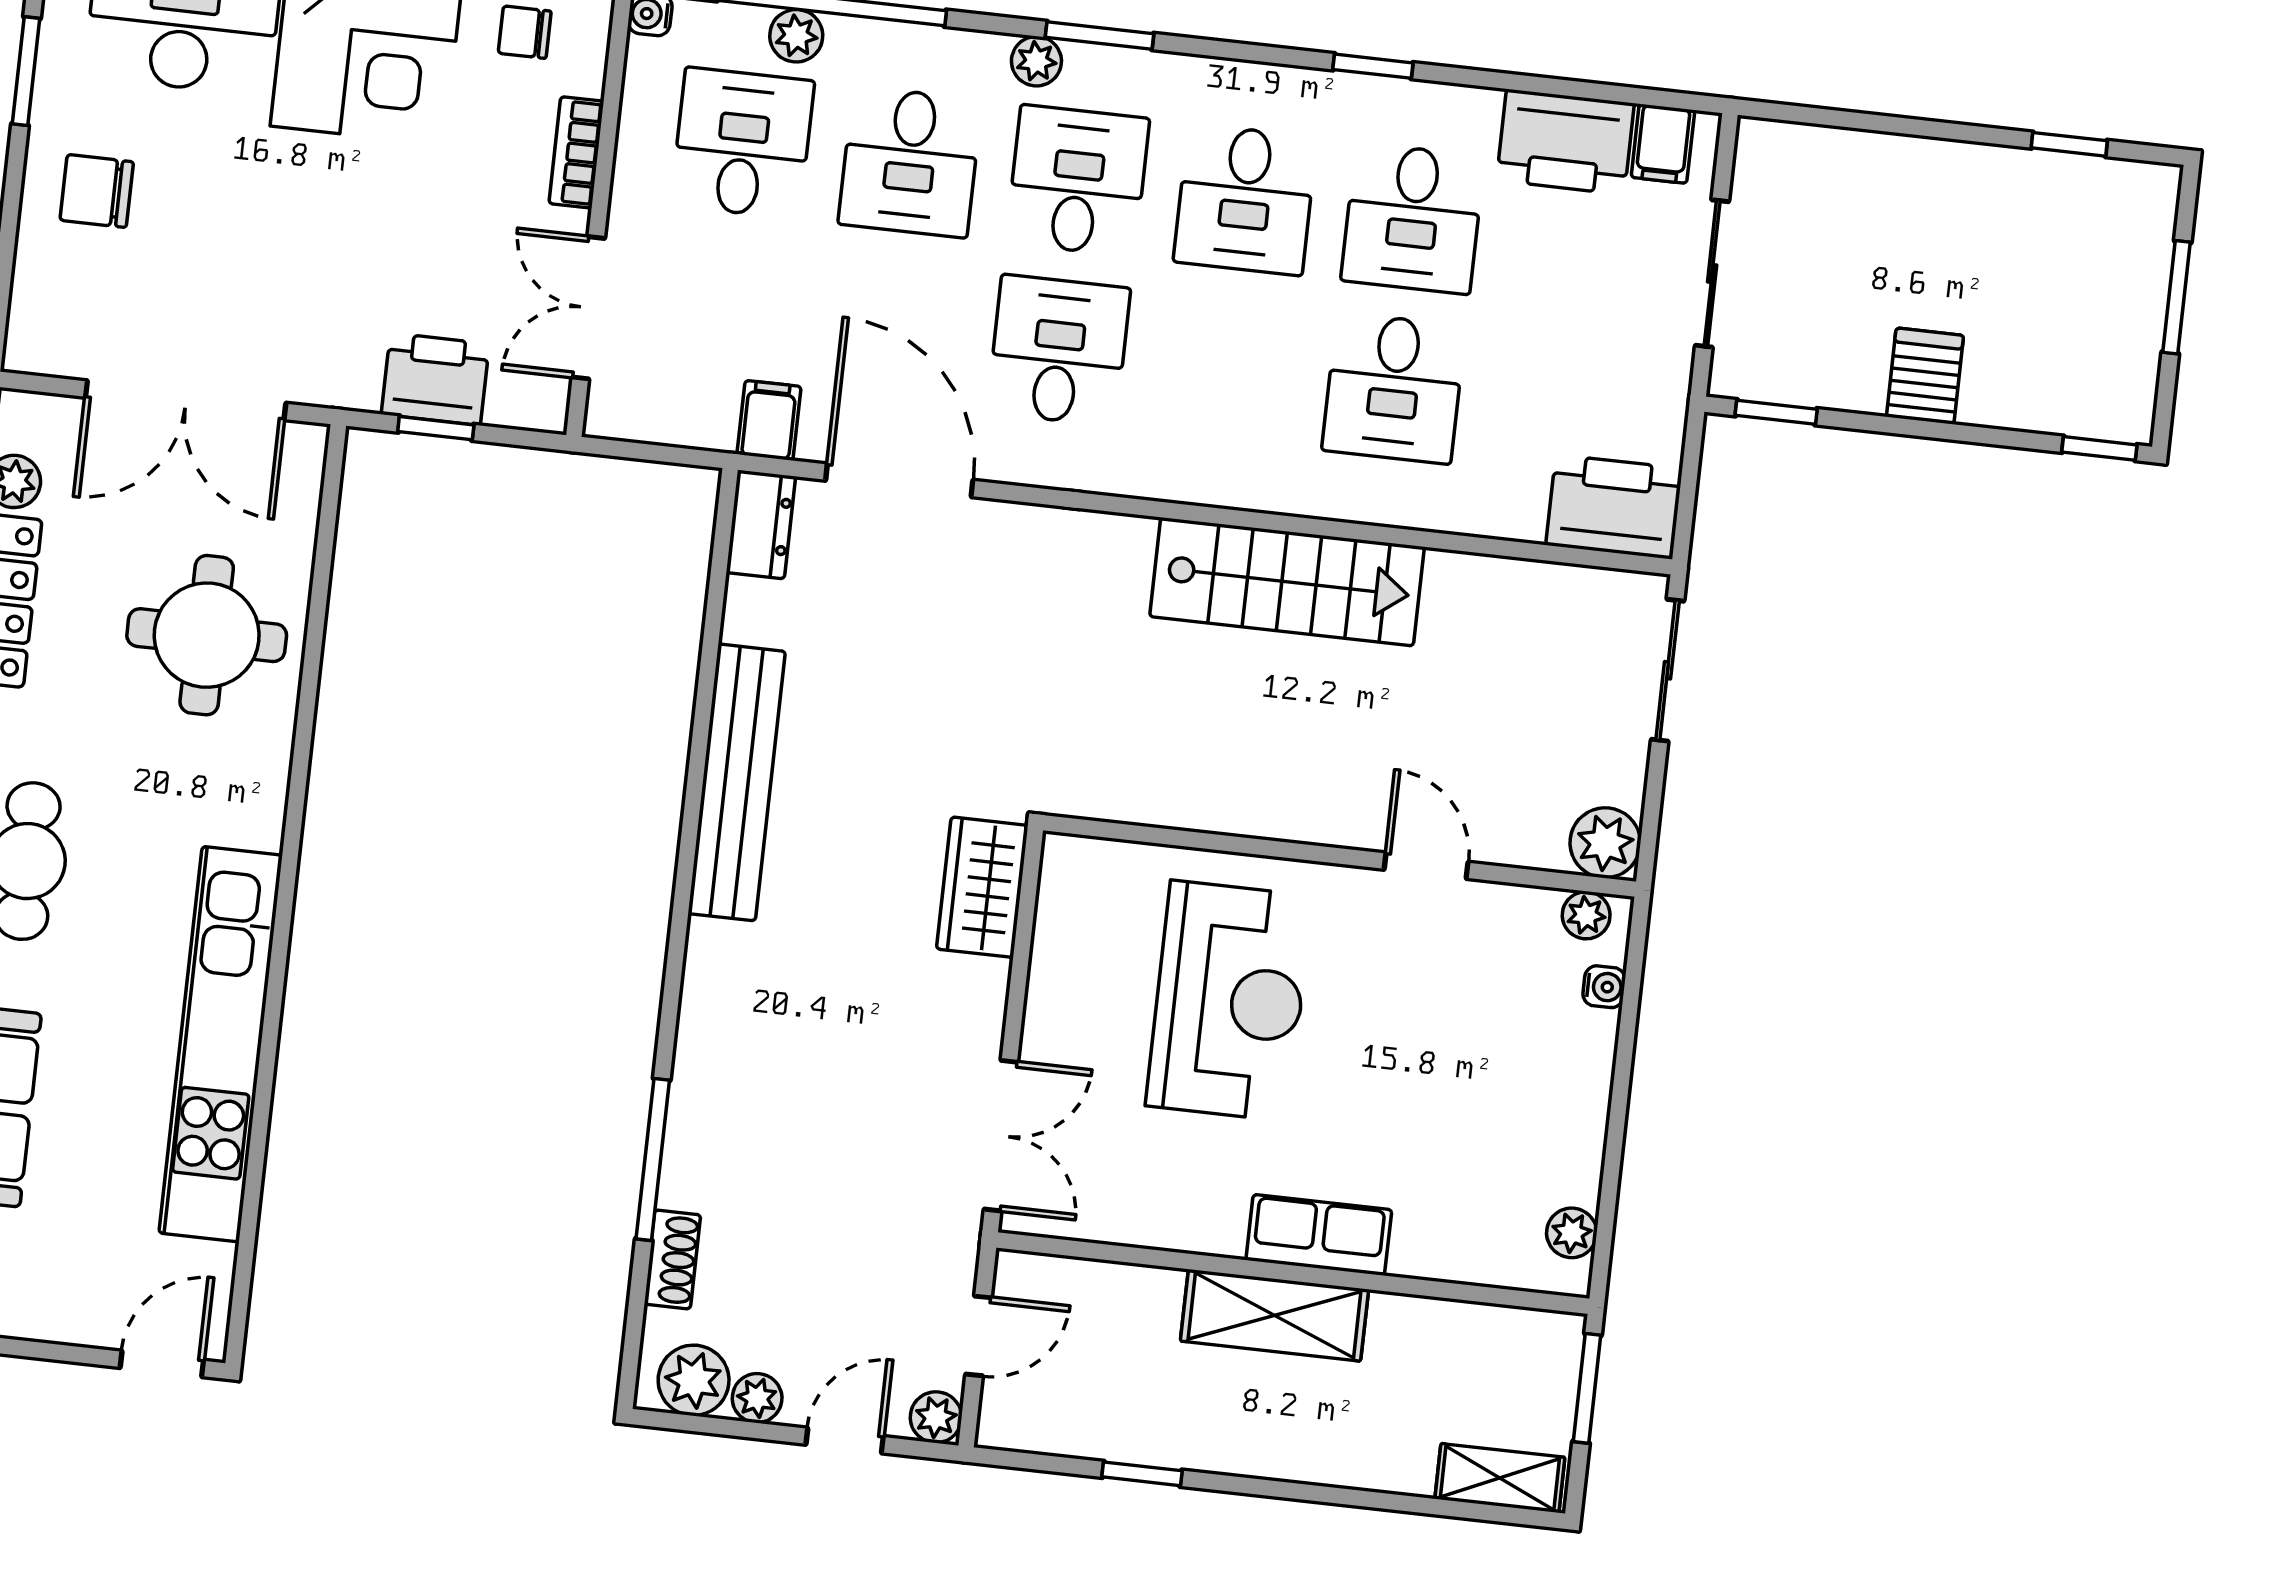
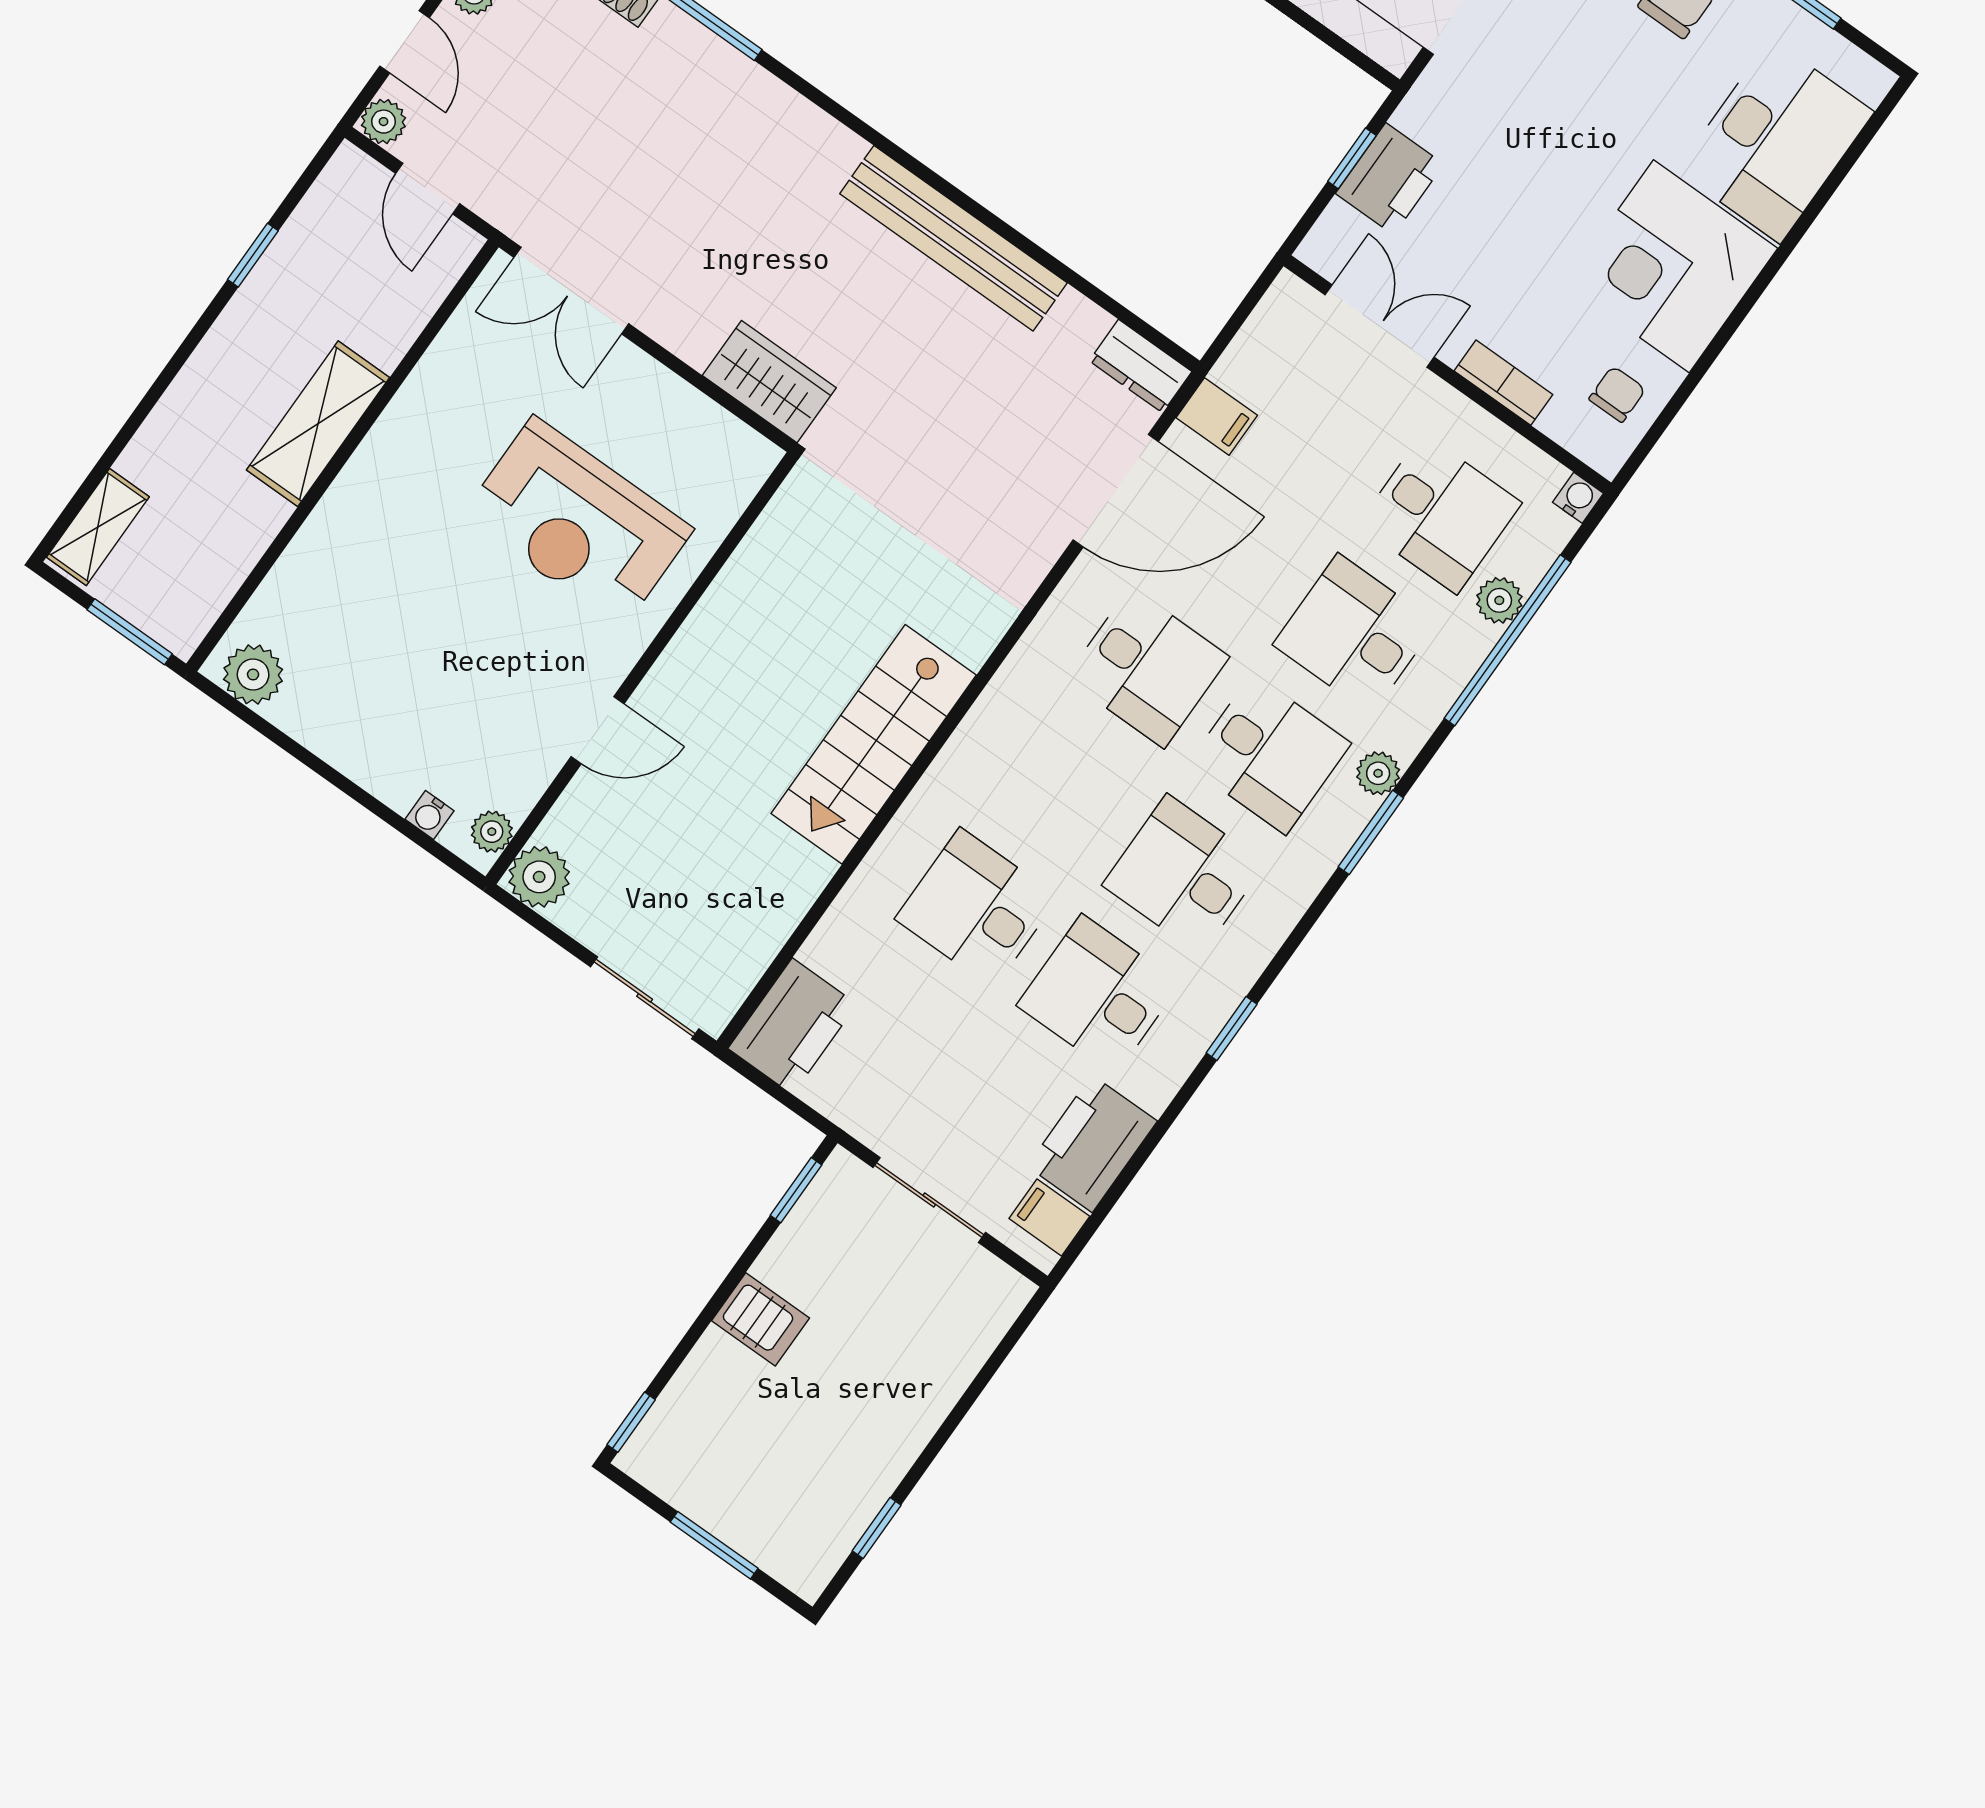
plant: (1572, 1233) -> (253, 674), width x1.38, depth x1.38
row of seats: (1319, 1235) -> (361, 492), removed

